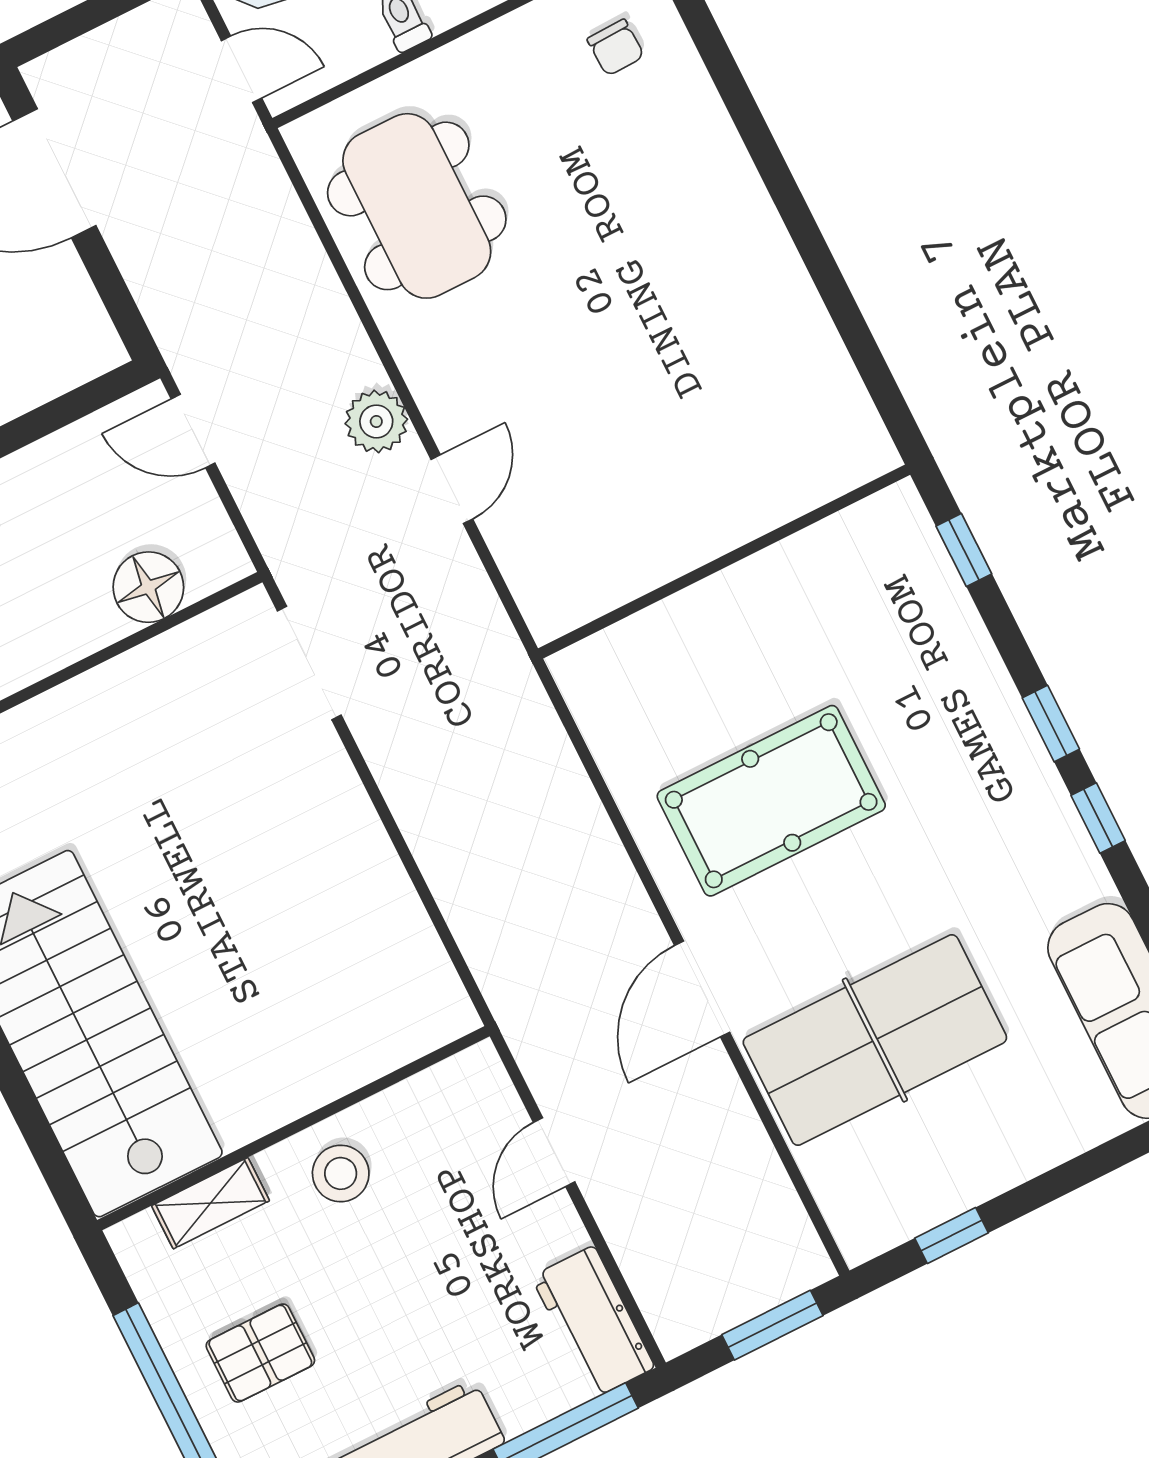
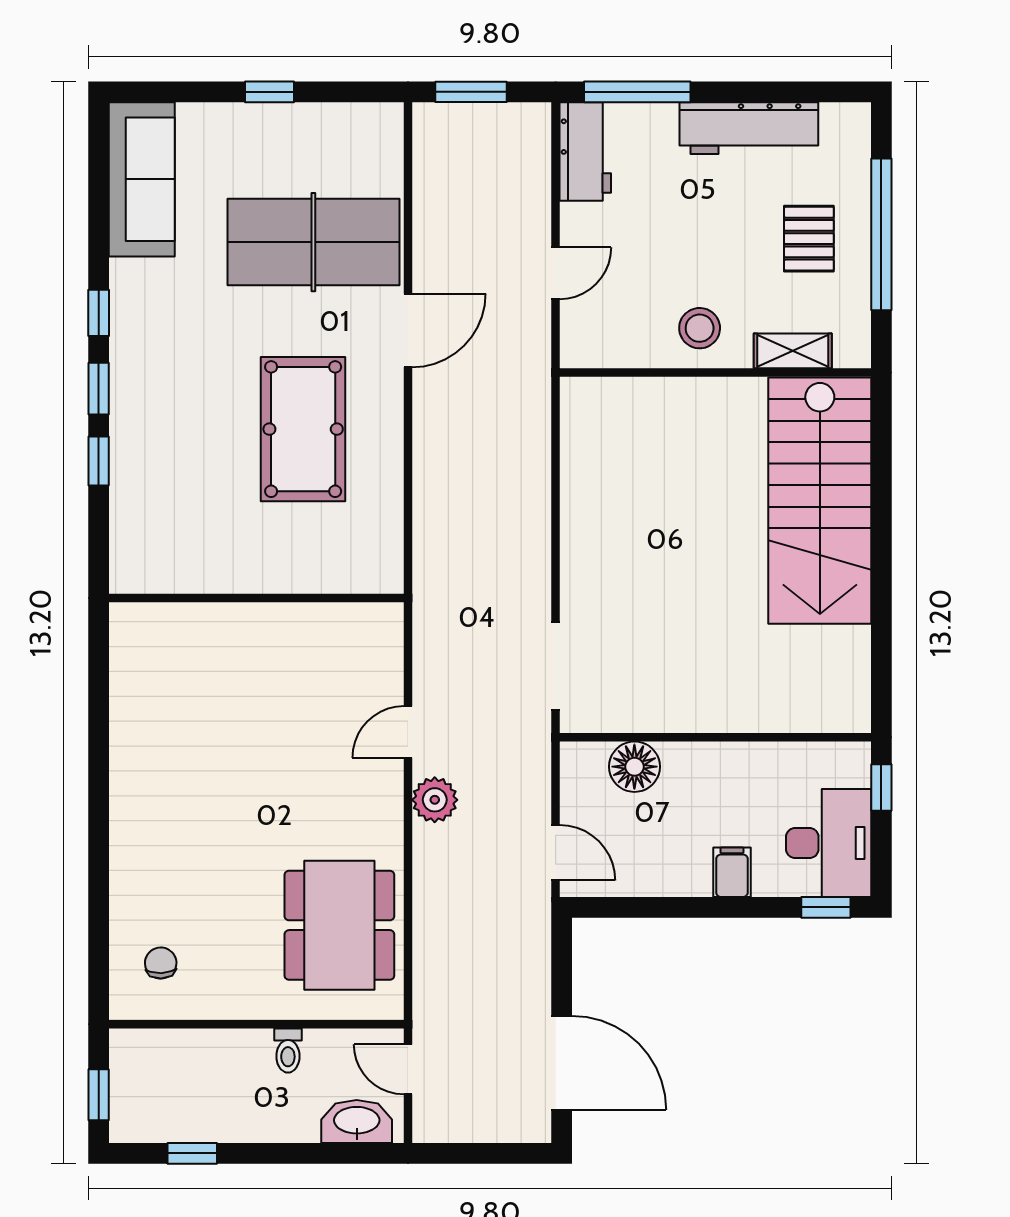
window: (964, 550) -> (99, 461), moved
pool table: (771, 801) -> (303, 429), turned 90
window: (952, 1236) -> (269, 92), moved
pallet: (260, 1353) -> (809, 239), turned 90

